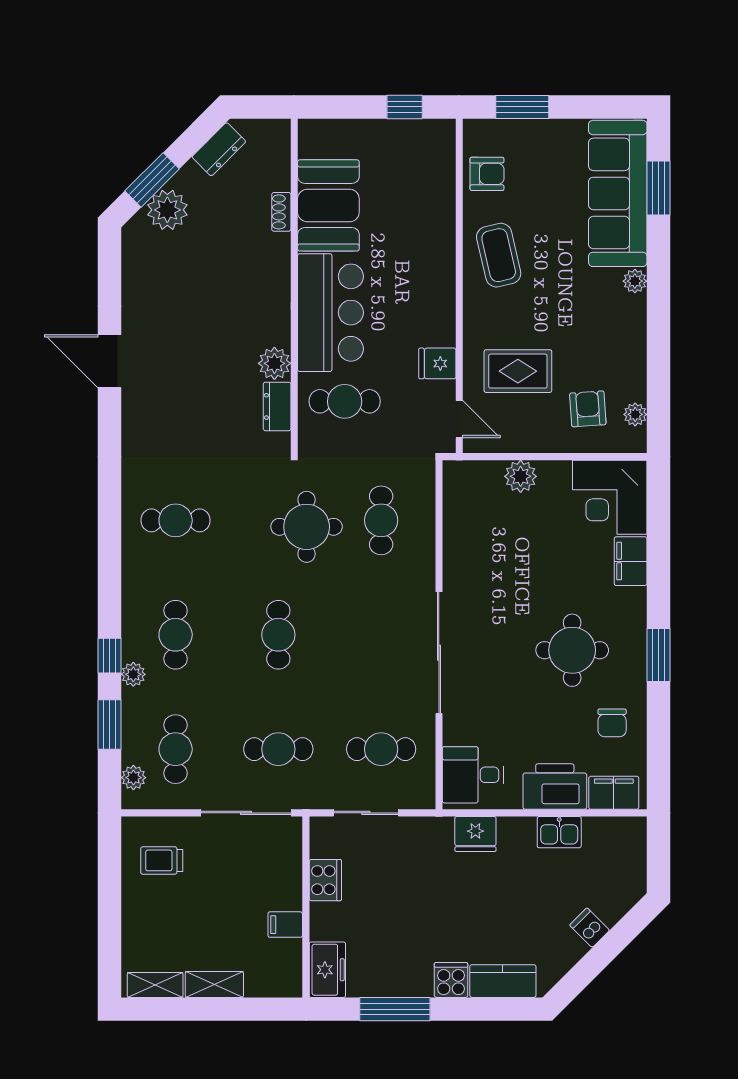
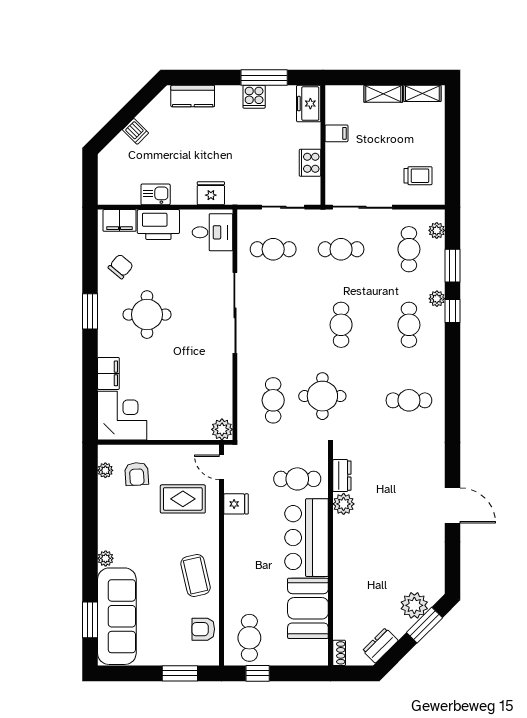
cafe table: (417, 161) -> (249, 638), added
shoe rack: (281, 212) -> (339, 653), moved
plant: (521, 476) -> (222, 429), moved
chair: (612, 723) -> (121, 267), turned 40
cooker: (451, 980) -> (254, 97), moved

